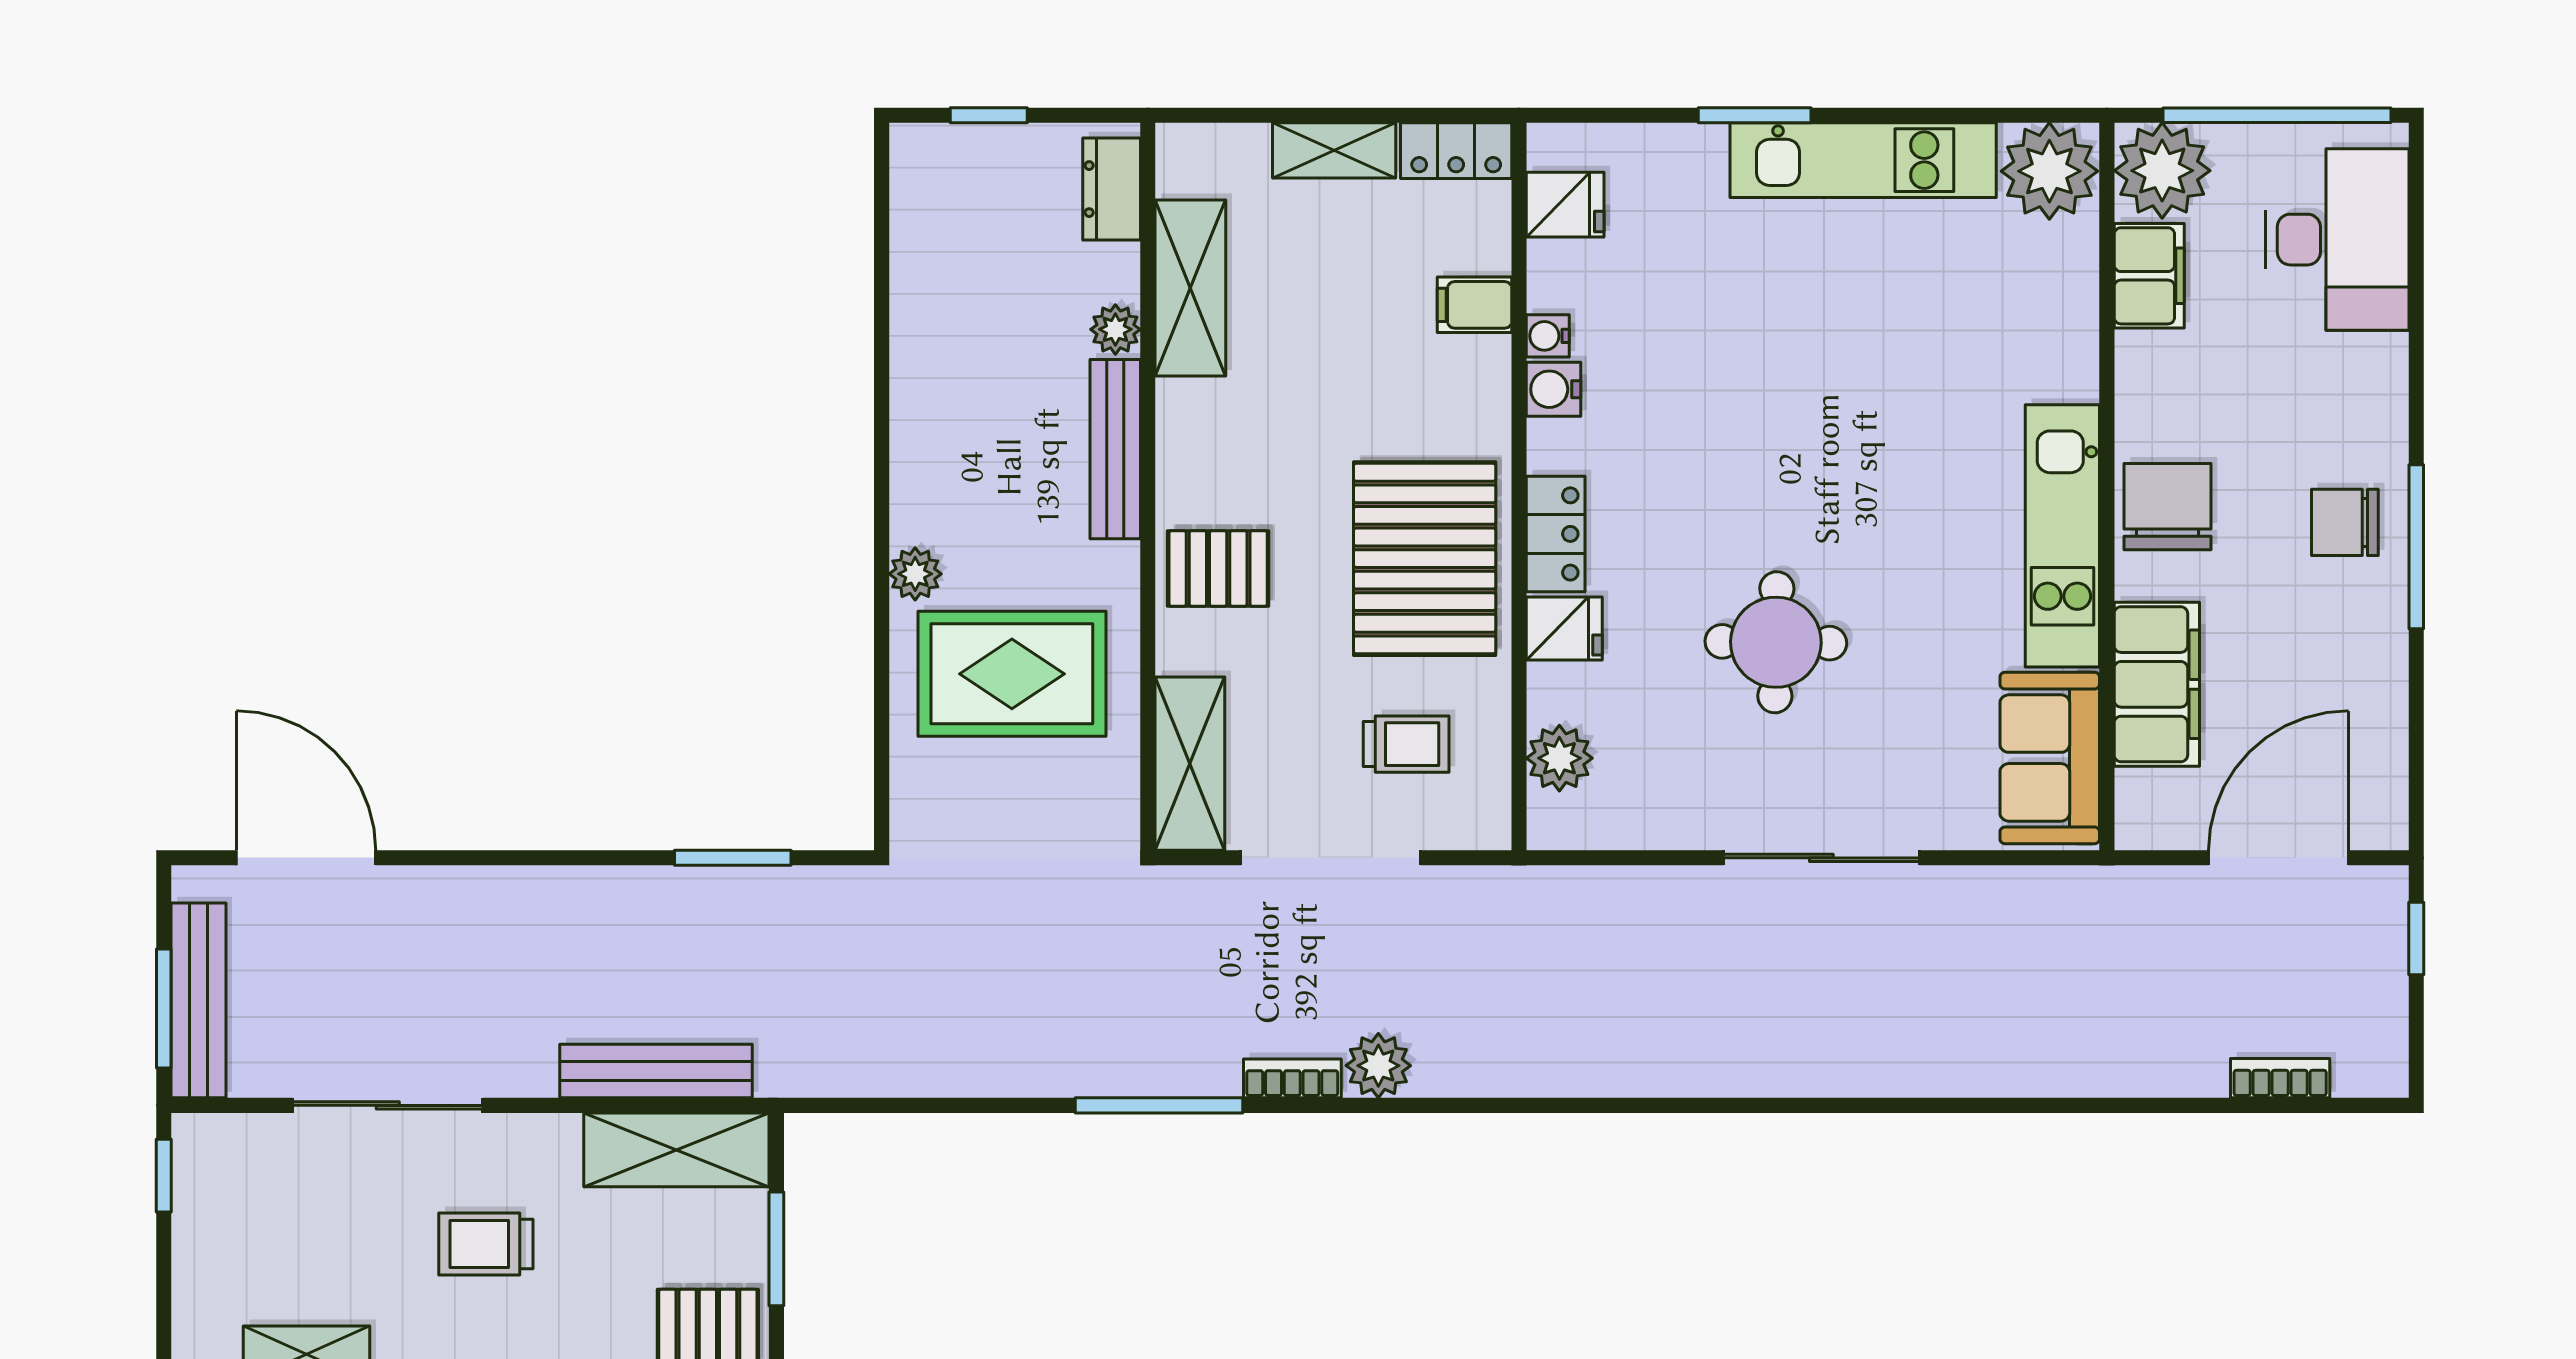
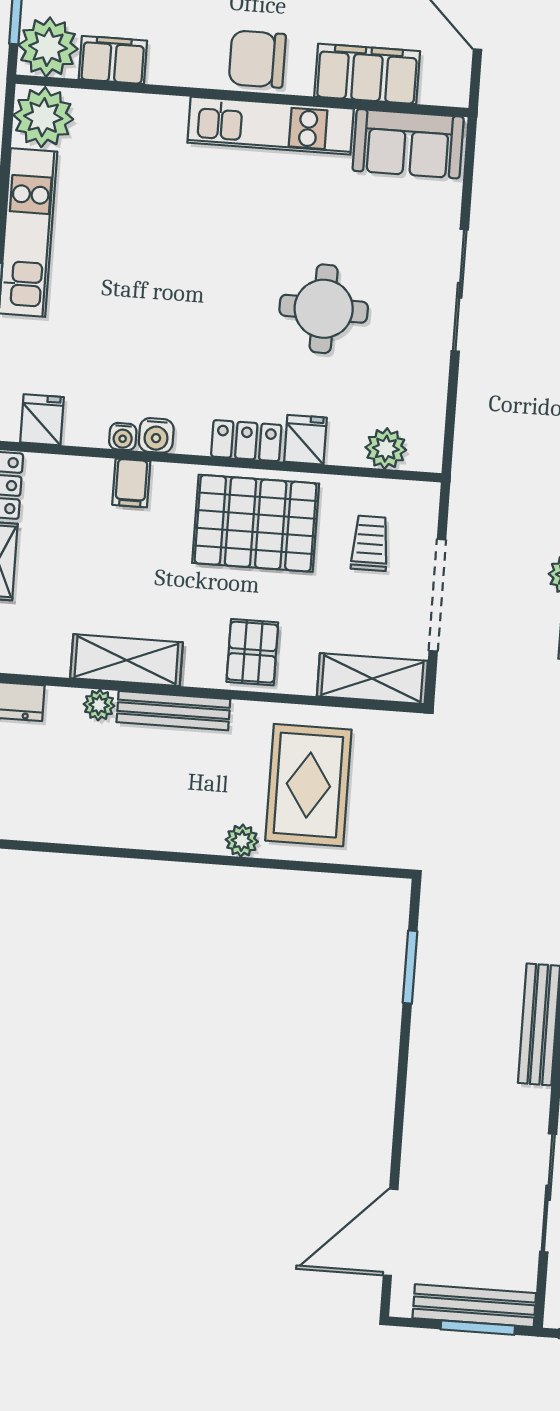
shelving: (1190, 288) -> (126, 660), moved
filing cabinet: (1474, 305) -> (131, 483), moved

